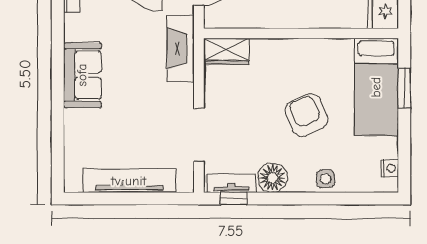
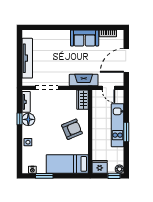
sofa: (82, 75) -> (85, 38), moved
window: (404, 88) -> (44, 176), moved
armchair: (306, 115) -> (72, 129), moved
window: (234, 198) -> (20, 119), moved

